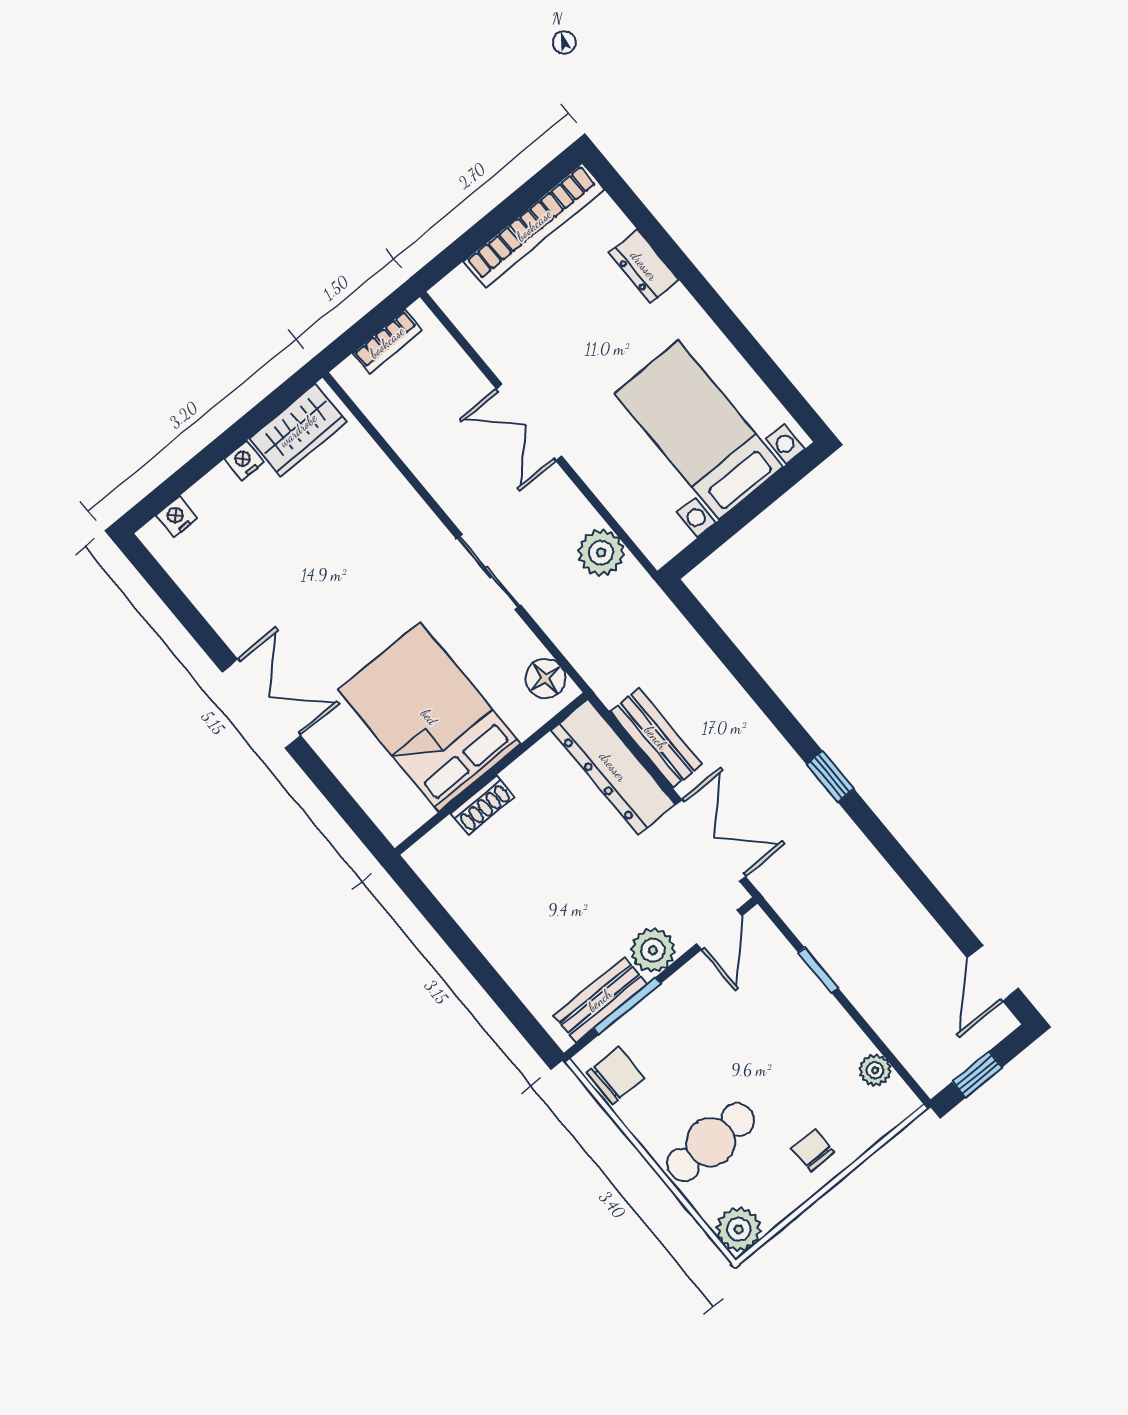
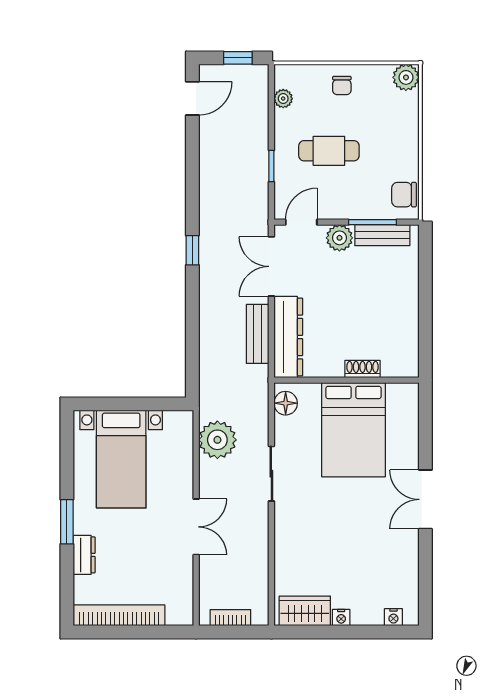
window: (702, 291) -> (67, 522), added
plant: (601, 553) -> (217, 440), width x1.36, depth x1.36
cafe table: (711, 1142) -> (329, 151), moved

